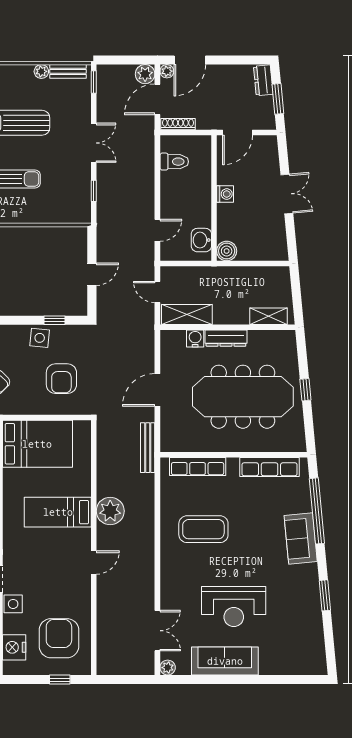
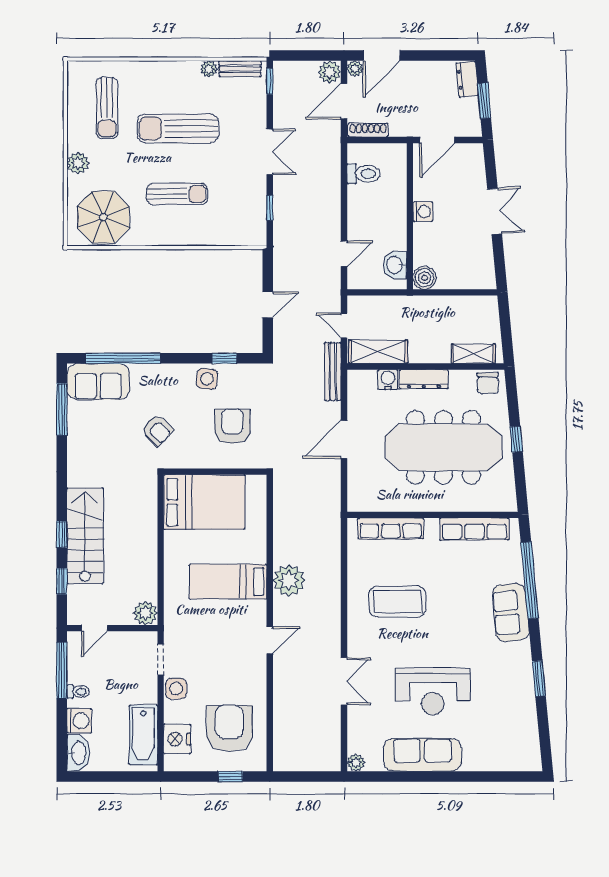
chair: (281, 341) -> (488, 383), added
armchair: (61, 379) -> (232, 426), turned 180
bench: (148, 448) -> (333, 372), moved
double door: (157, 631) -> (344, 681), moved

